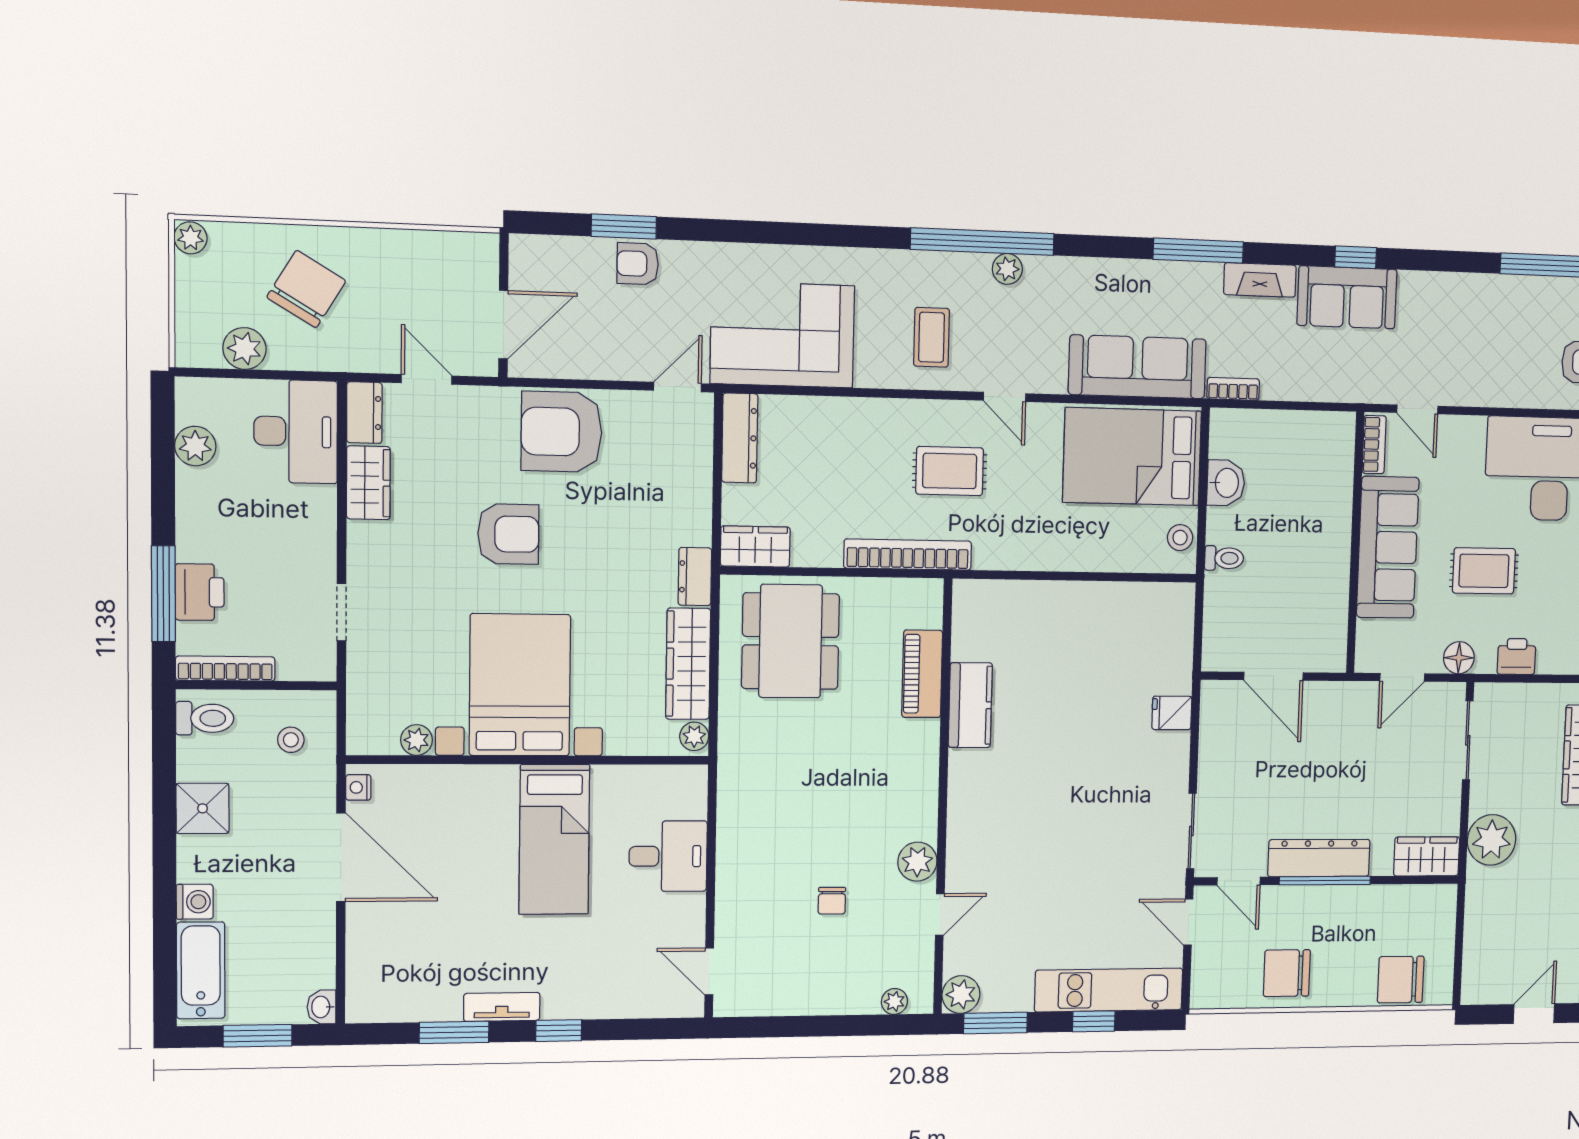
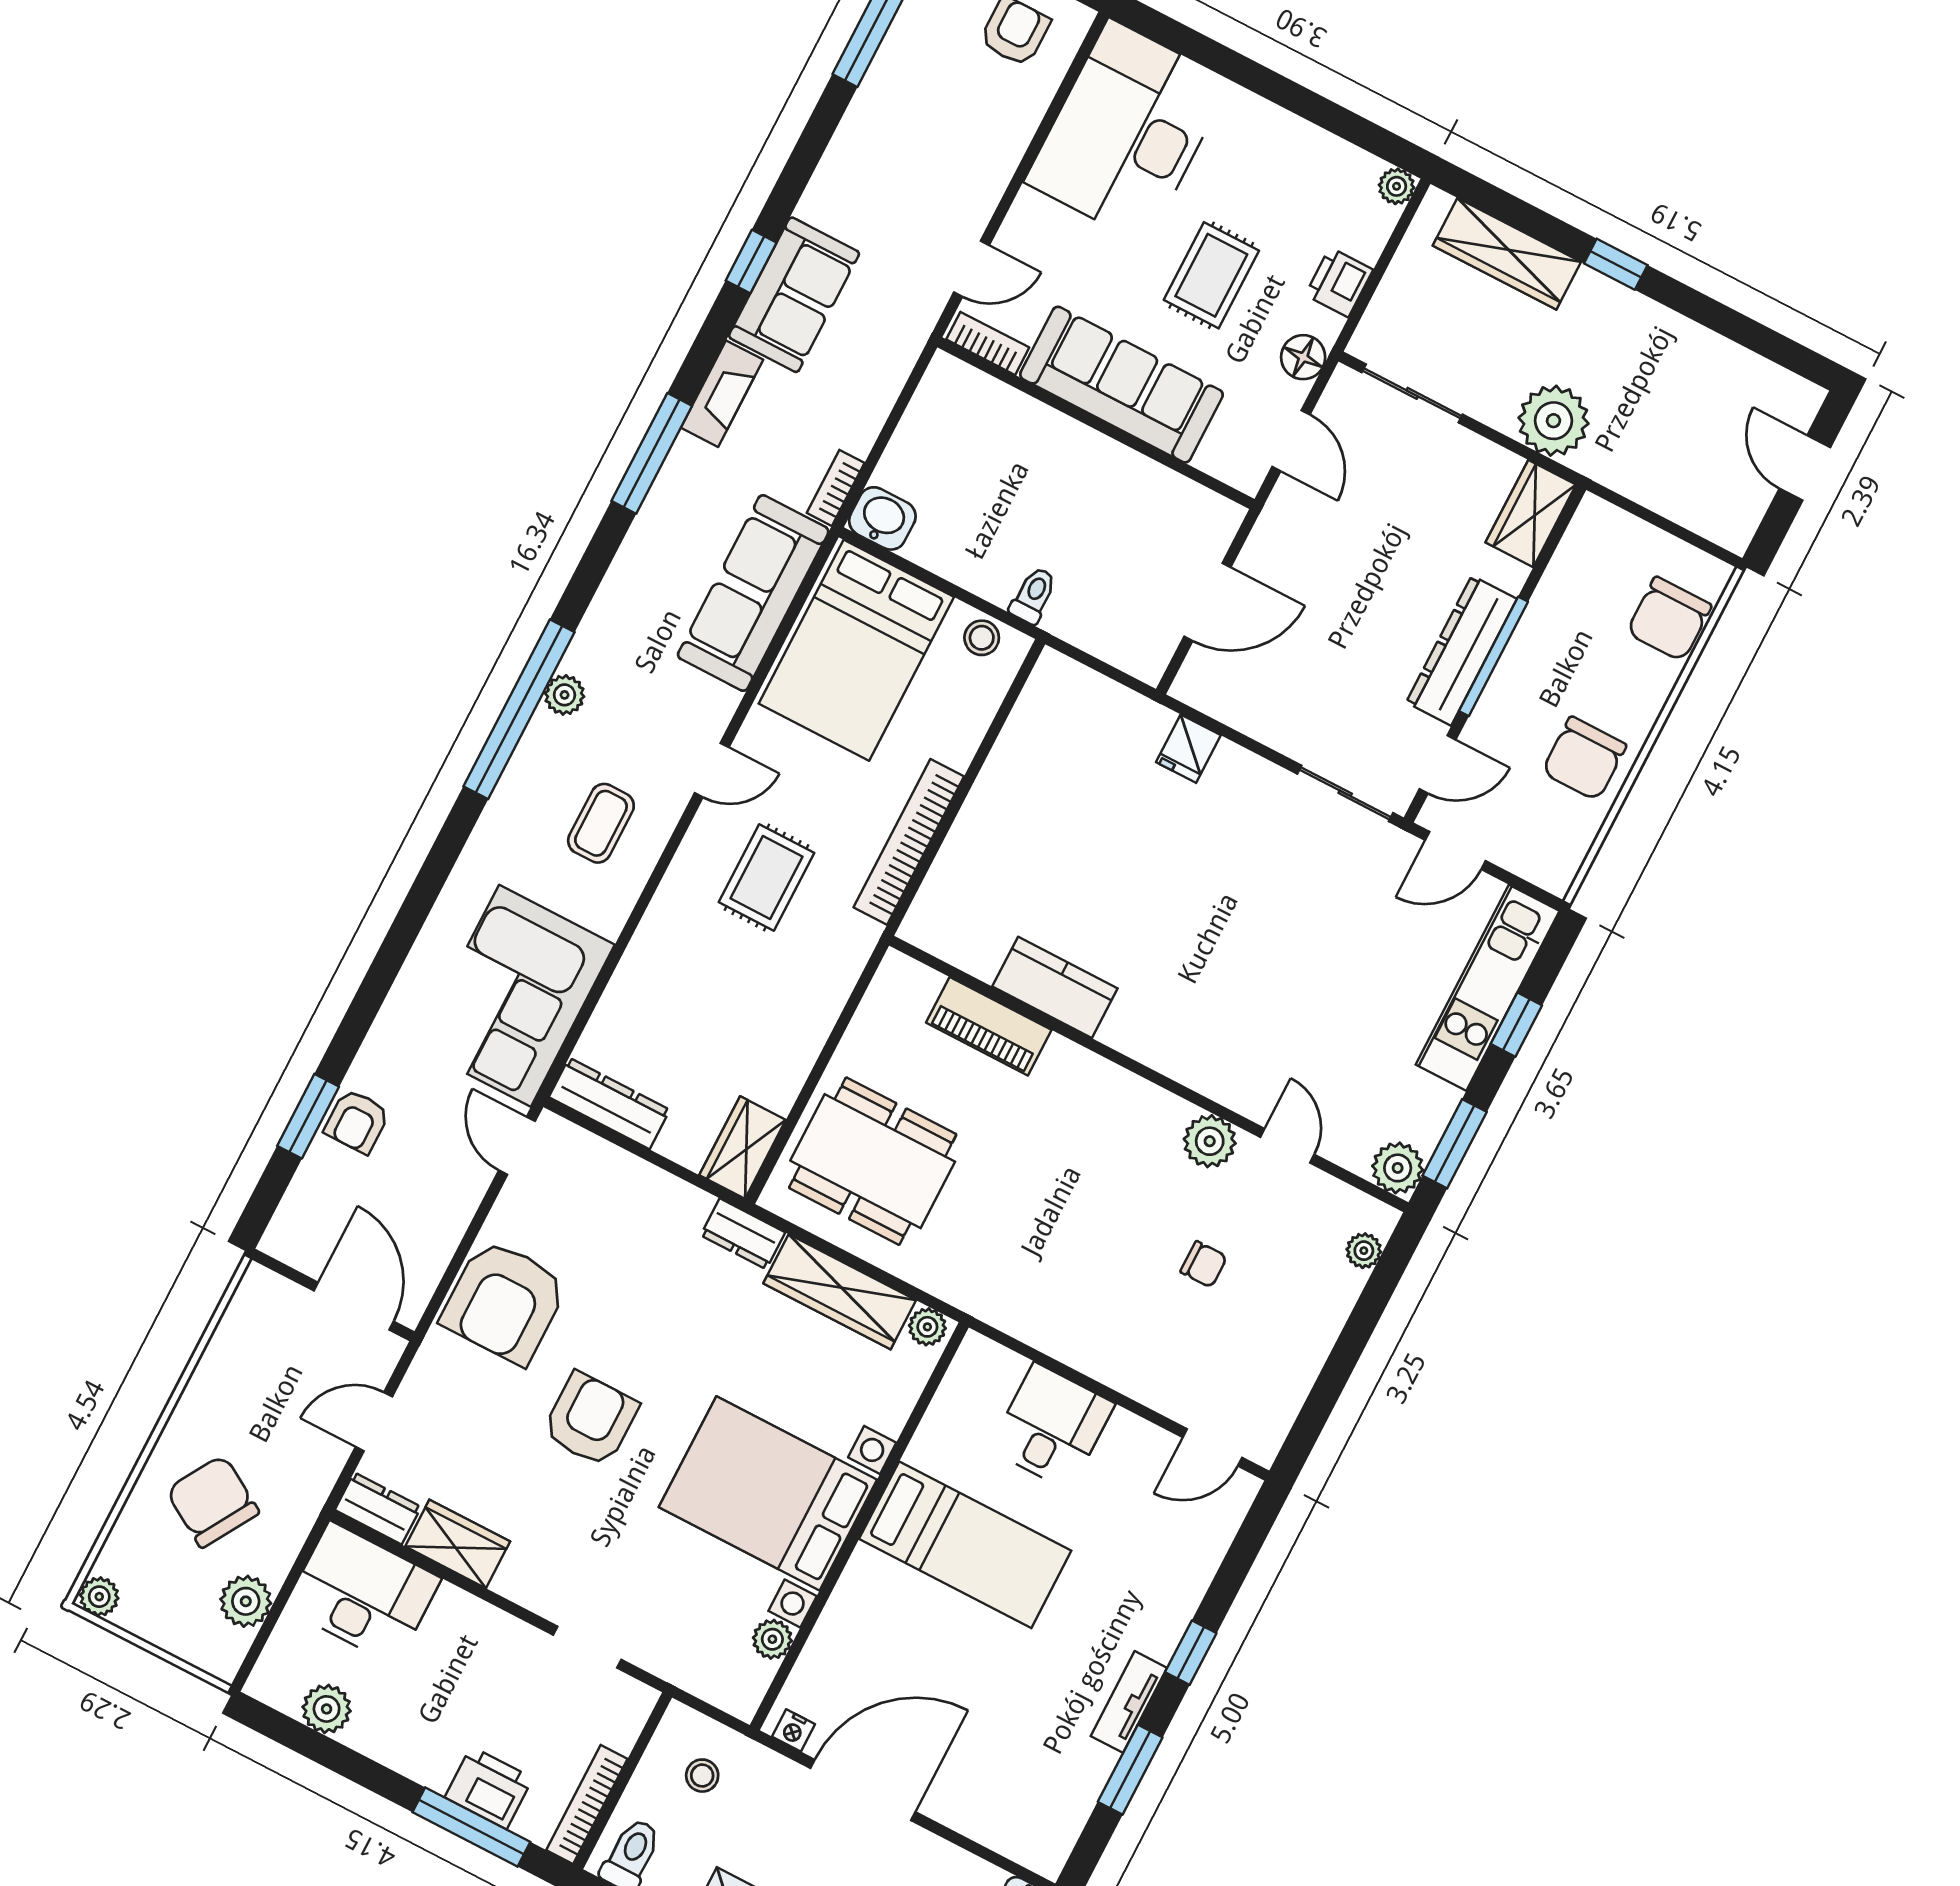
coffee table: (932, 337) -> (601, 823), turned 90
washbasin: (1226, 483) -> (882, 518), moved
bookcase: (908, 555) -> (909, 842), moved

